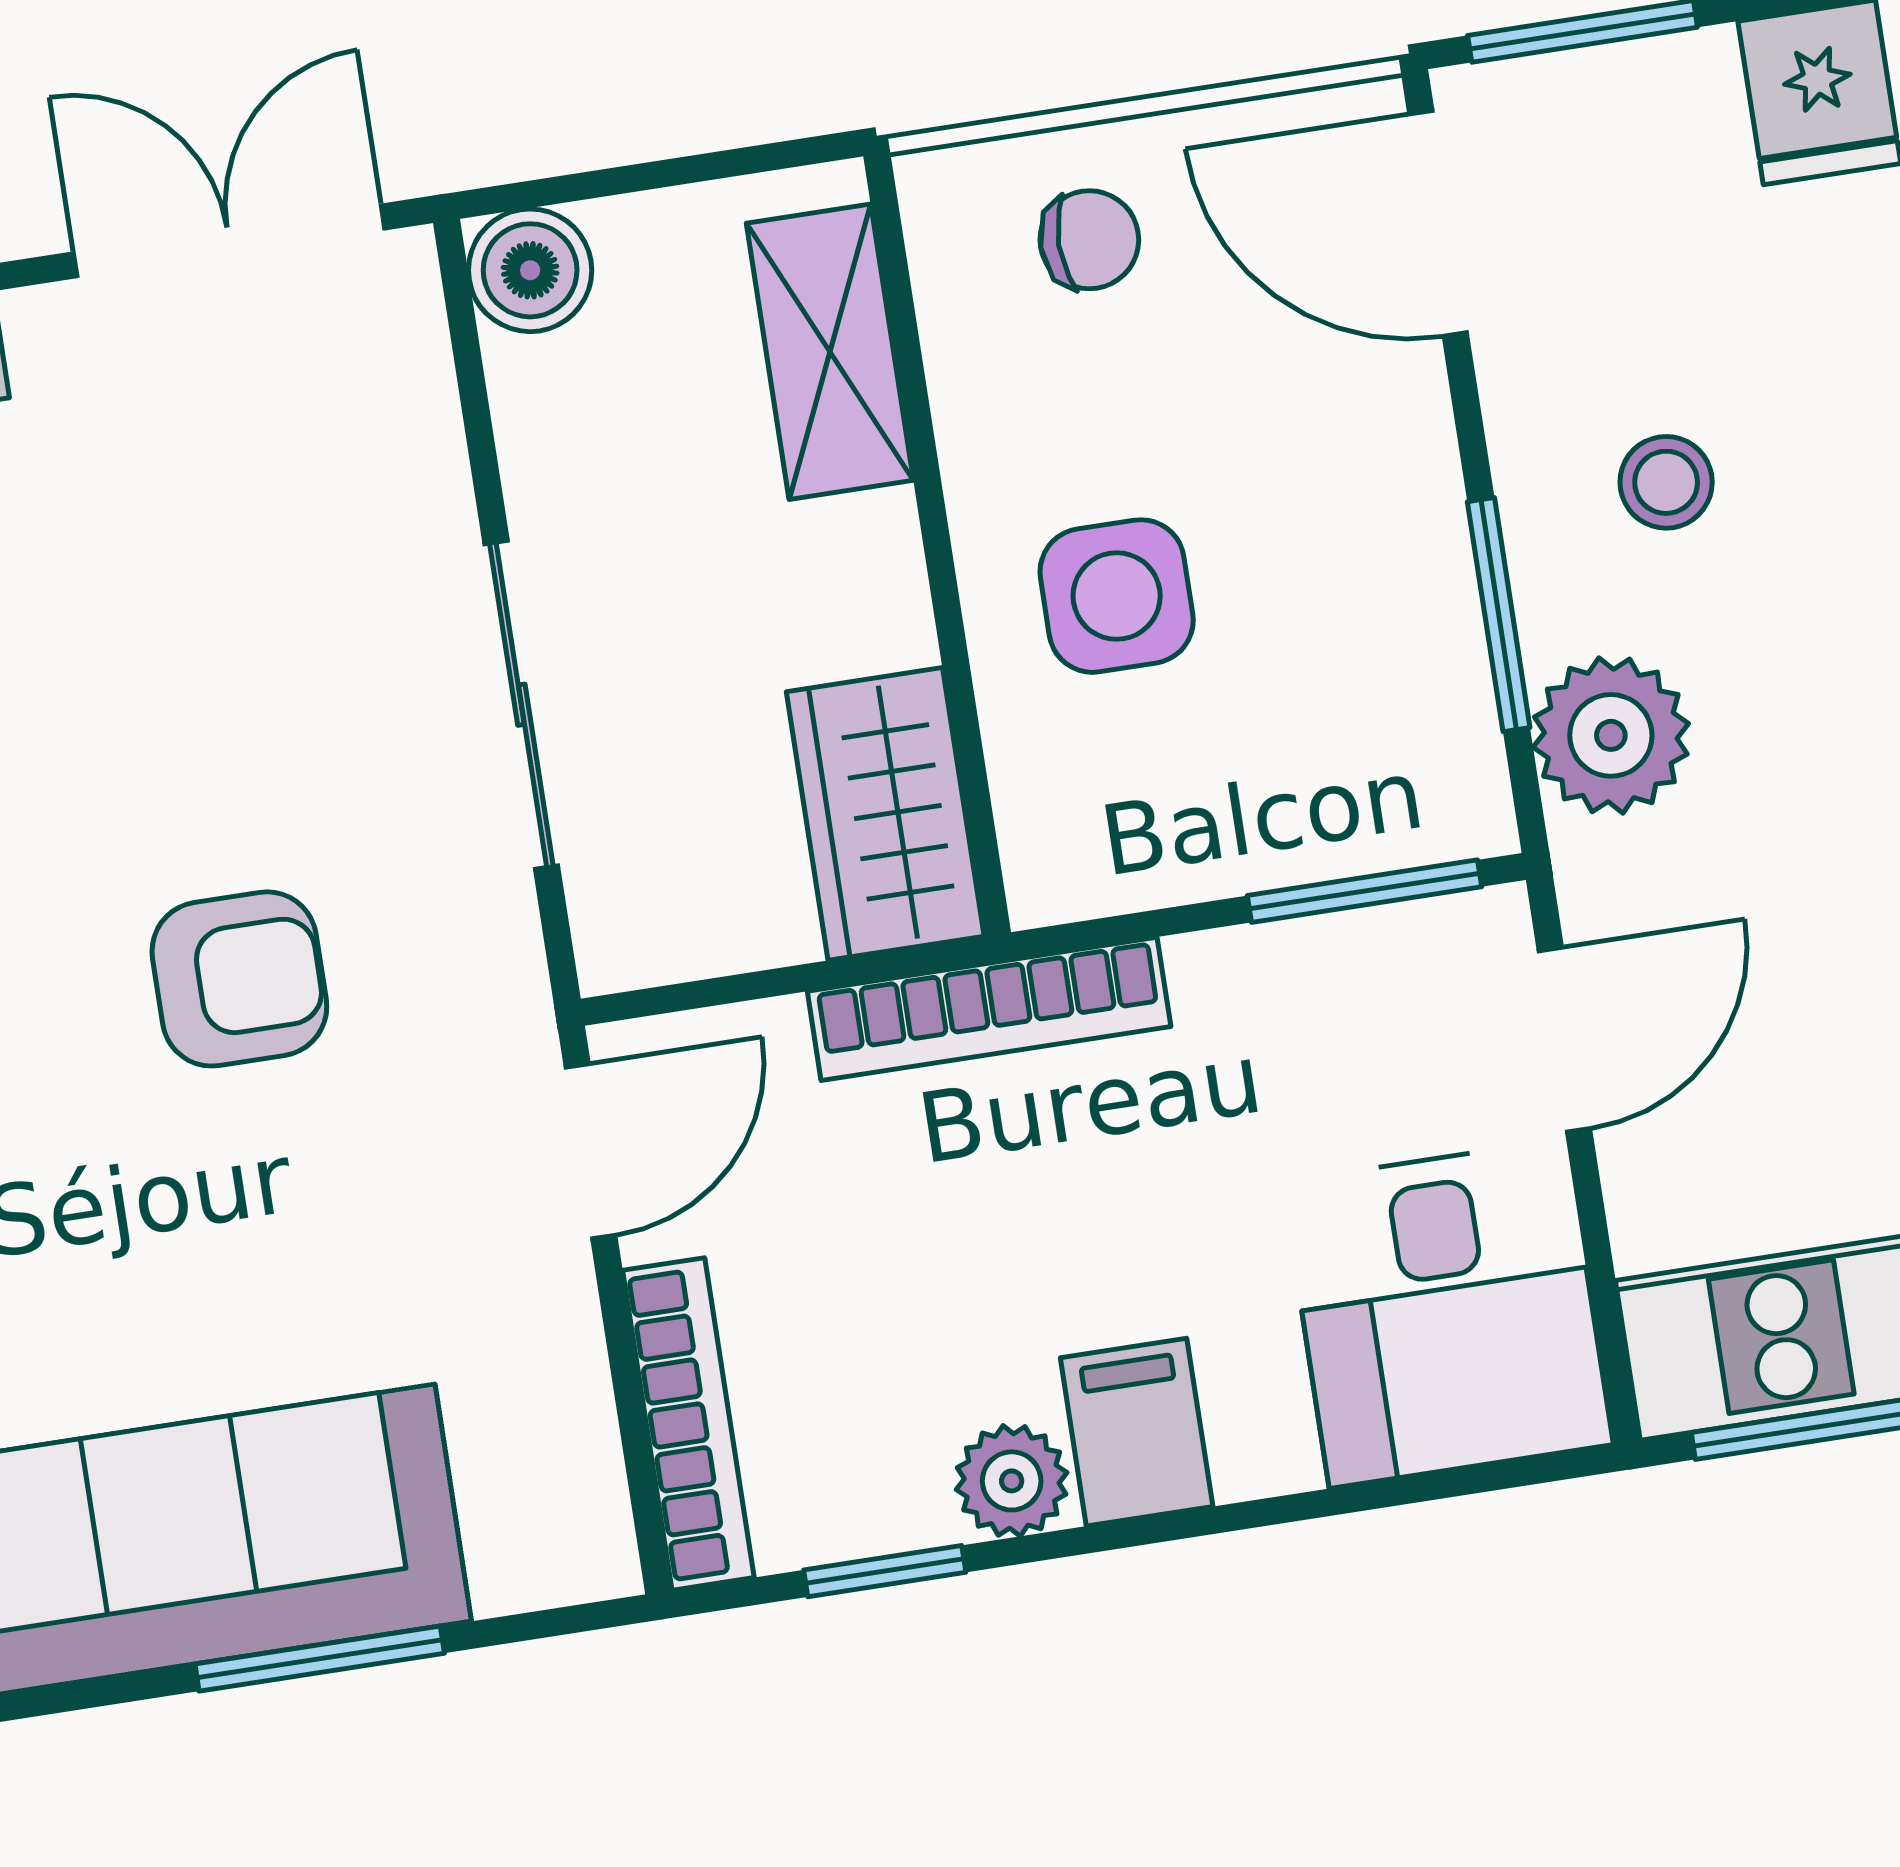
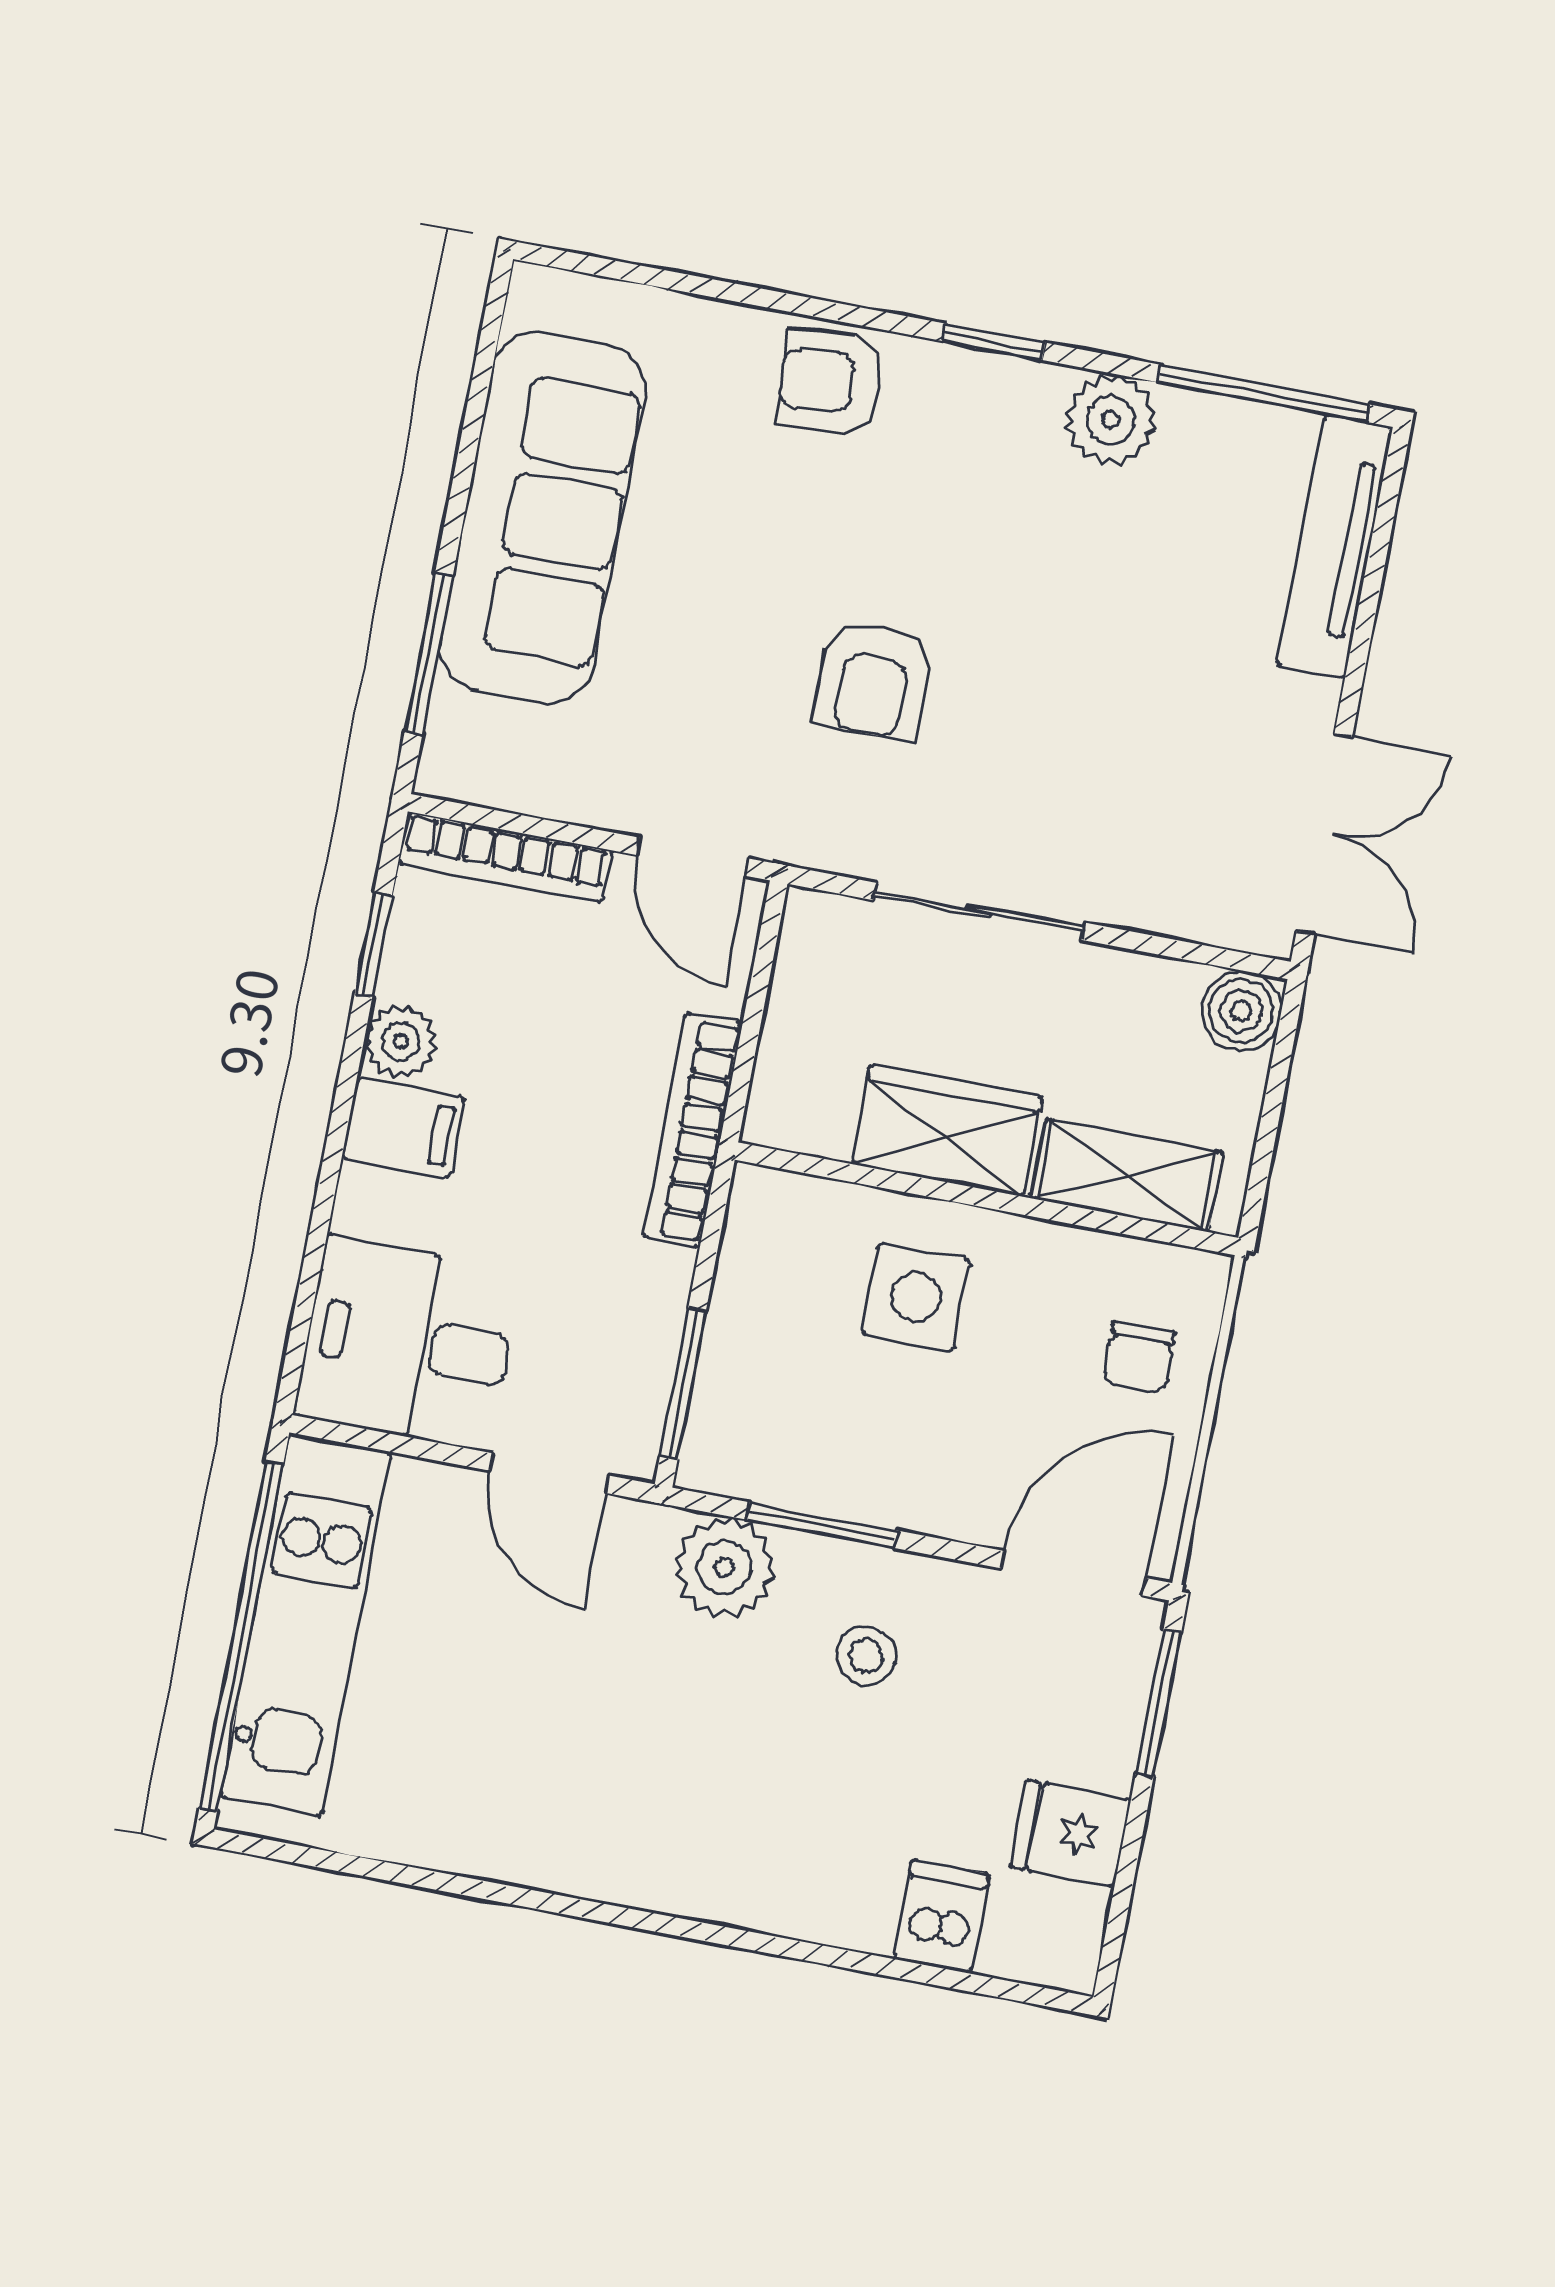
wardrobe: (885, 814) -> (947, 1131), moved
window: (320, 1659) -> (429, 654), moved

